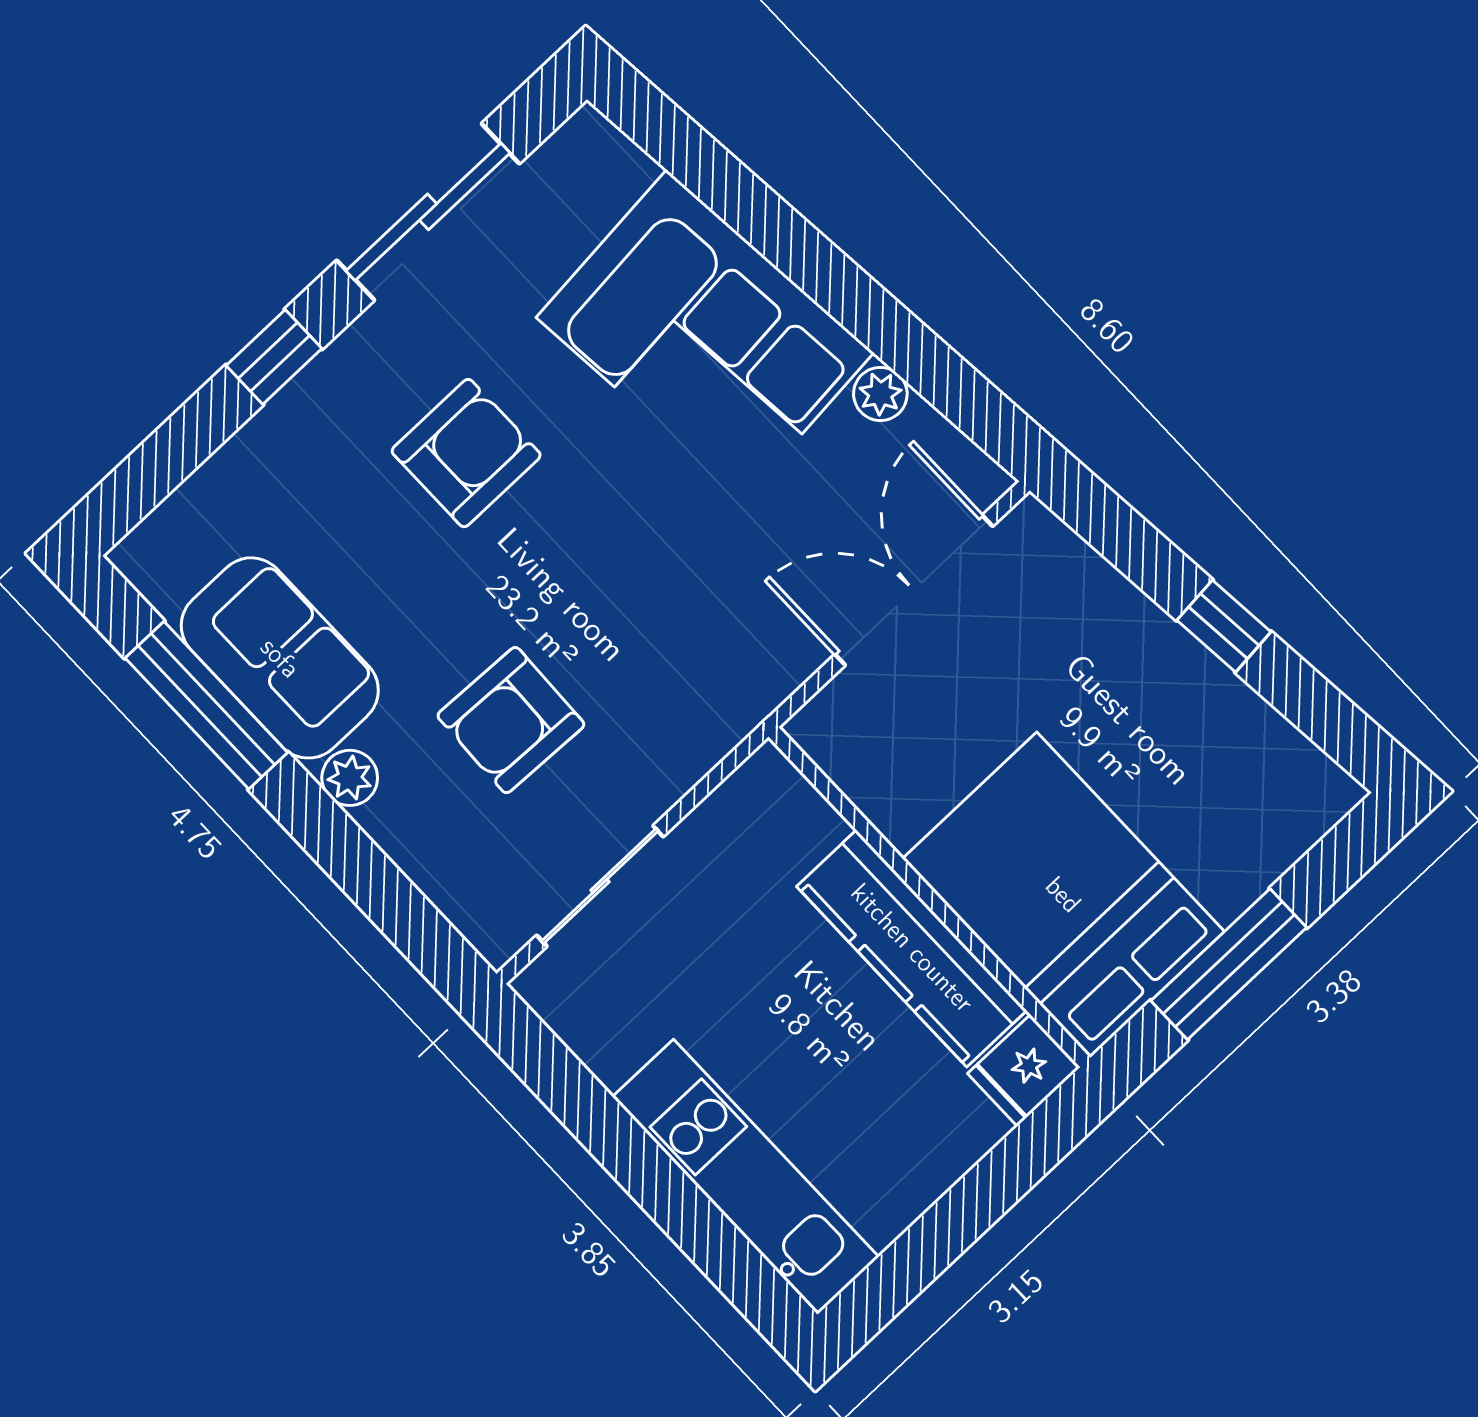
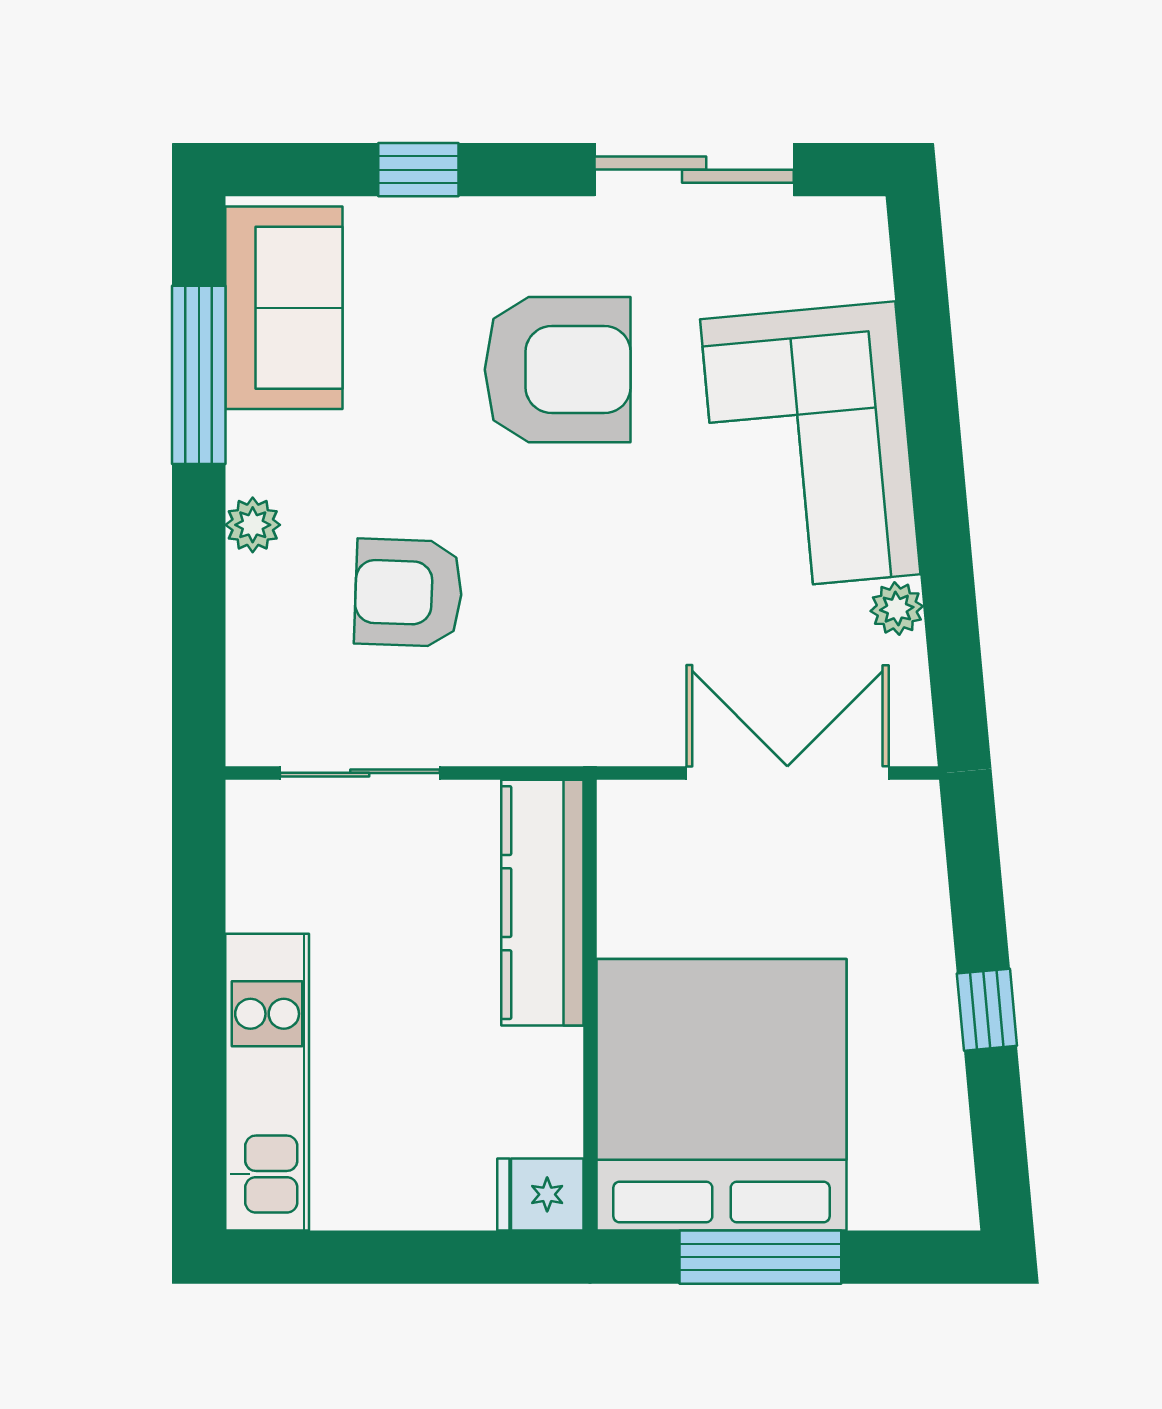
window: (274, 357) -> (418, 170), moved
armchair: (466, 453) -> (558, 370), width x1.36, depth x1.36
sofa: (280, 658) -> (284, 308), moved
bed: (1063, 895) -> (722, 1095), width x1.36
kitchen counter: (912, 948) -> (542, 903), moved

